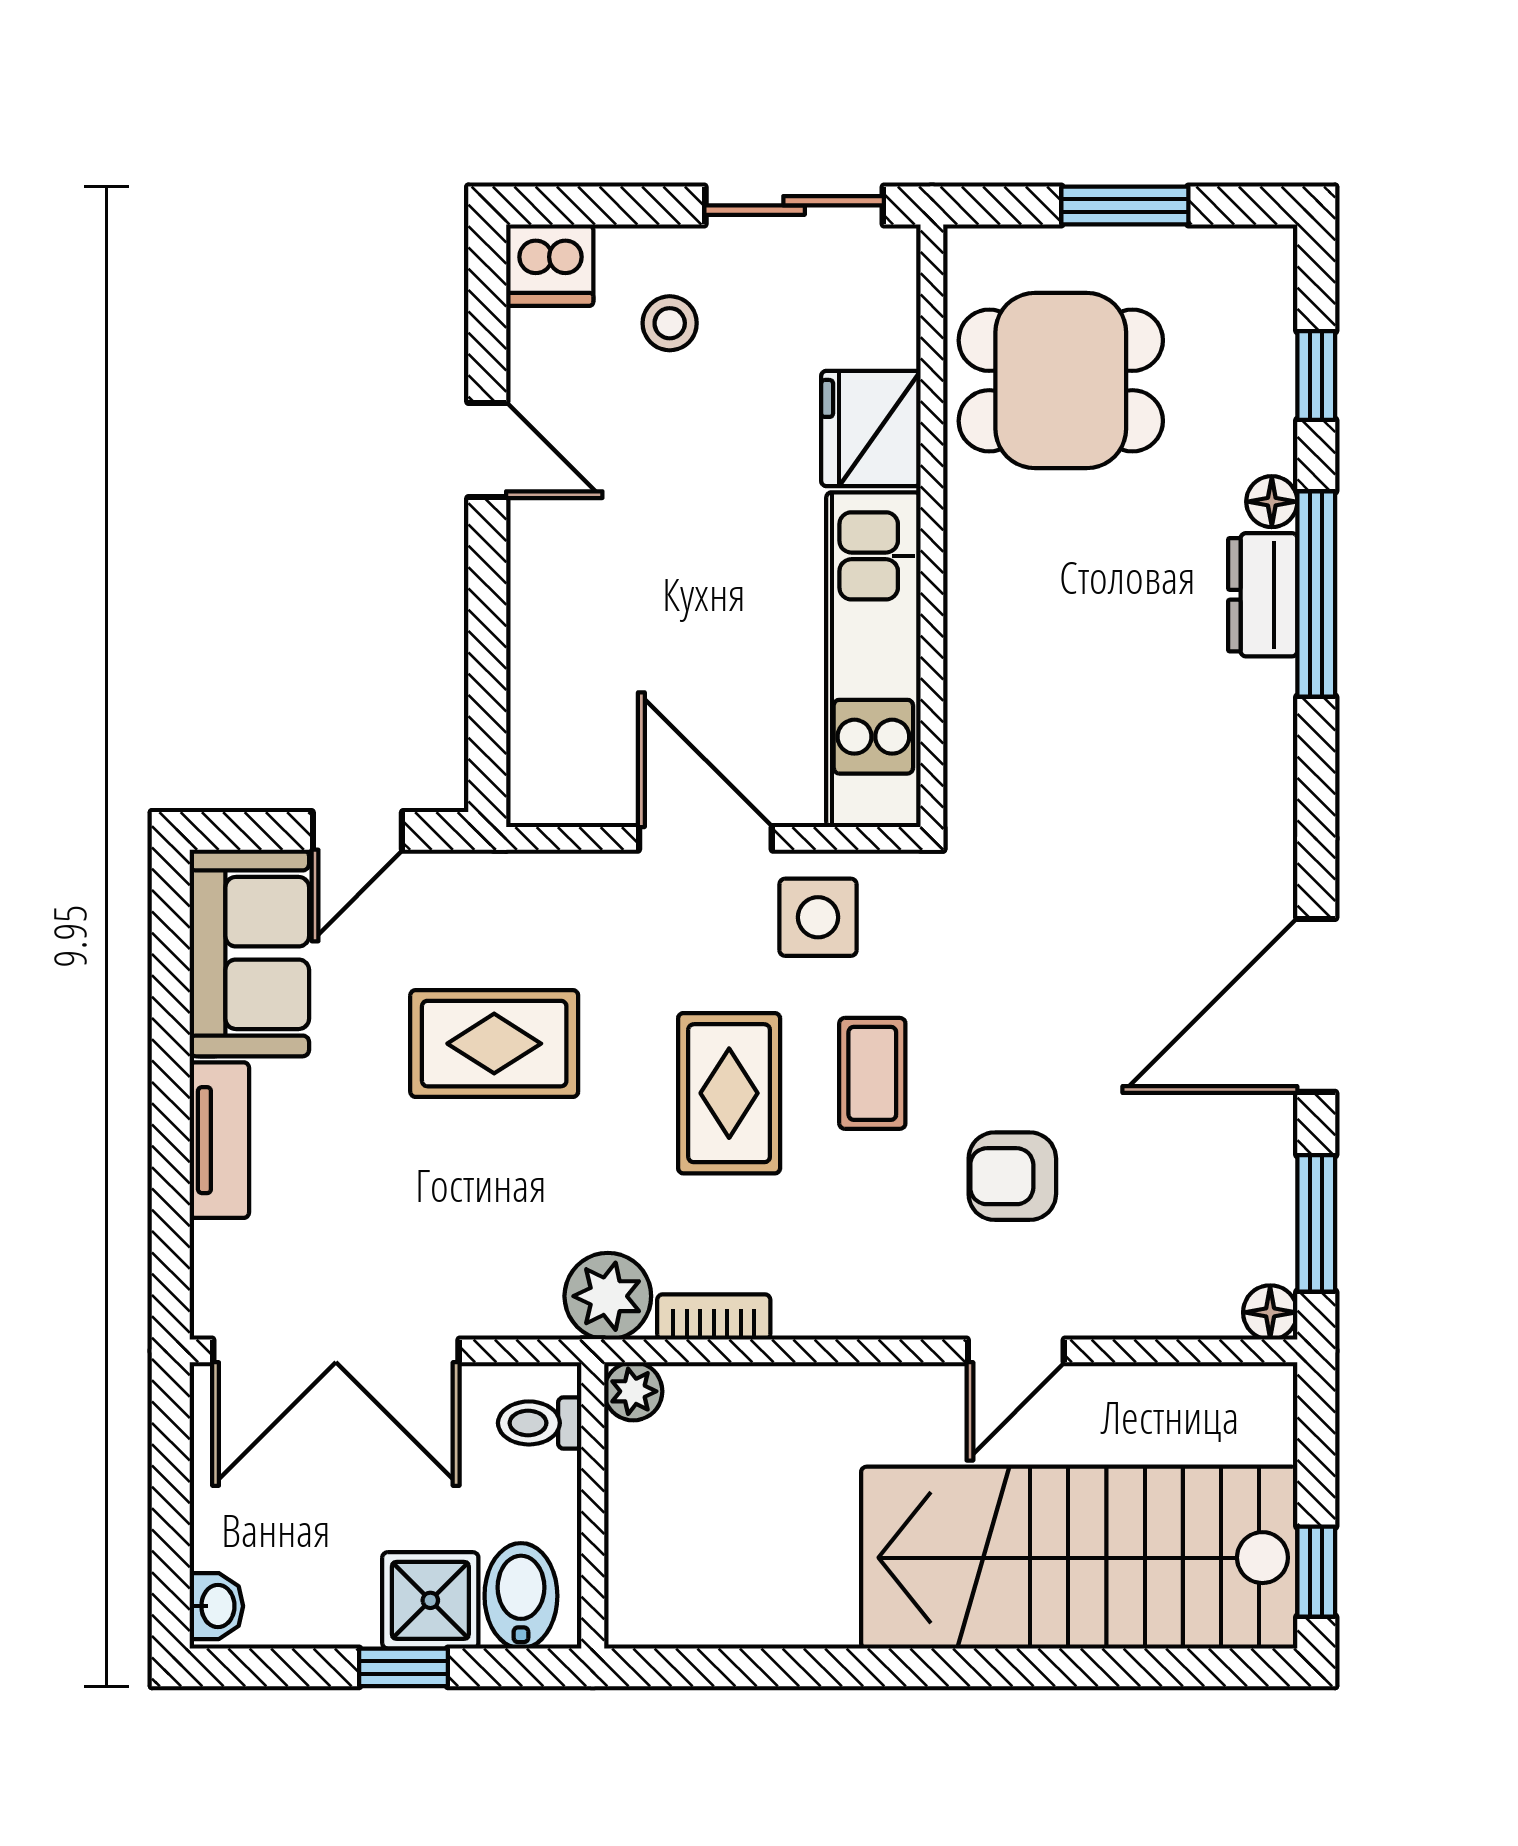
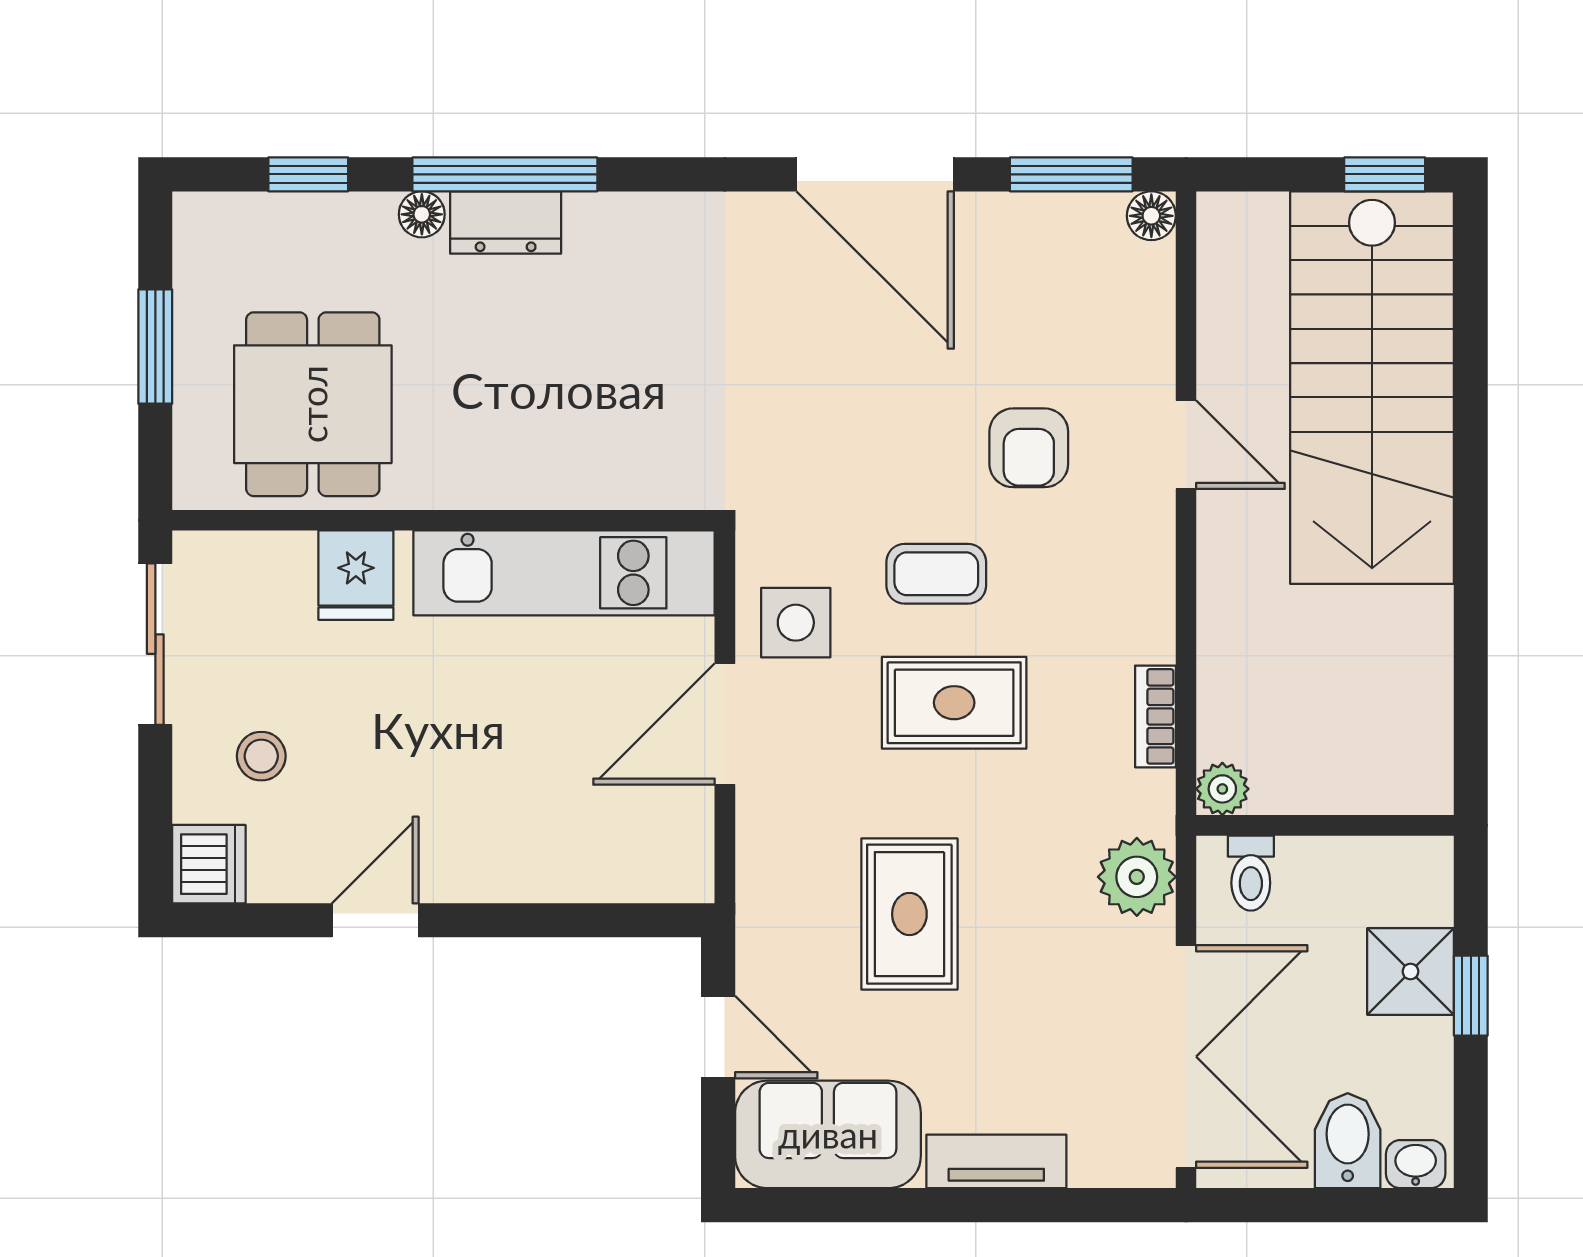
fridge: (871, 428) -> (356, 575), width x0.72
plant: (608, 1296) -> (1137, 877), moved
bidet: (521, 1596) -> (1348, 1141), moved, turned 90

